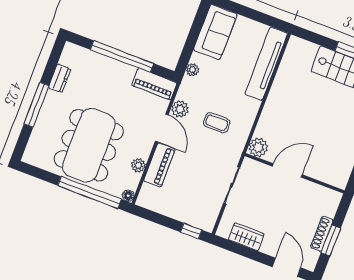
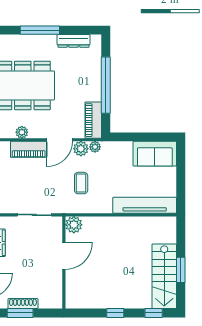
plant: (192, 70) -> (95, 147), moved
dresser: (60, 78) -> (73, 41), width x1.44
door: (287, 171) -> (64, 256), hinge flipped

